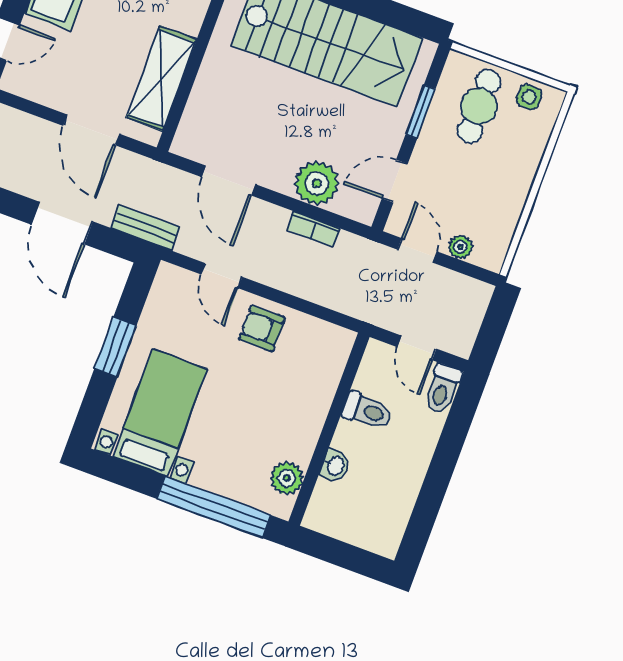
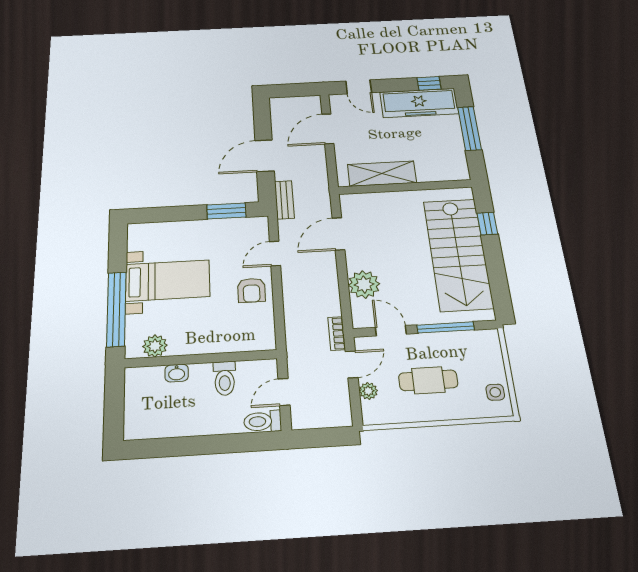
cafe table: (479, 106) -> (428, 380), moved
window: (420, 112) -> (446, 327), width x1.44
door: (92, 130) -> (328, 129), moved
bookcase: (313, 229) -> (337, 334), moved
armchair: (262, 328) -> (251, 290), turned 180
window: (115, 347) -> (226, 211), moved
bed with nightstands: (160, 413) -> (168, 280), moved

